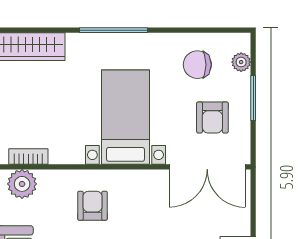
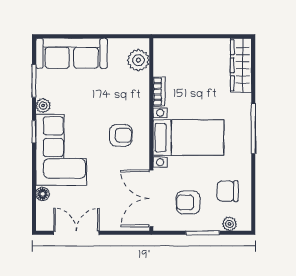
chair: (197, 65) -> (228, 191), turned -90
bookcase: (28, 156) -> (159, 92), moved
armchair: (92, 206) -> (121, 135), moved

